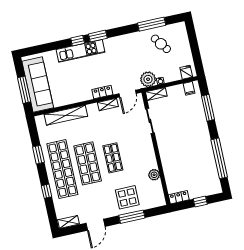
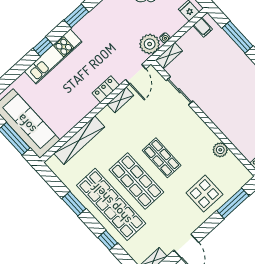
window: (98, 36) -> (76, 16), moved
window: (132, 217) -> (233, 203), moved

